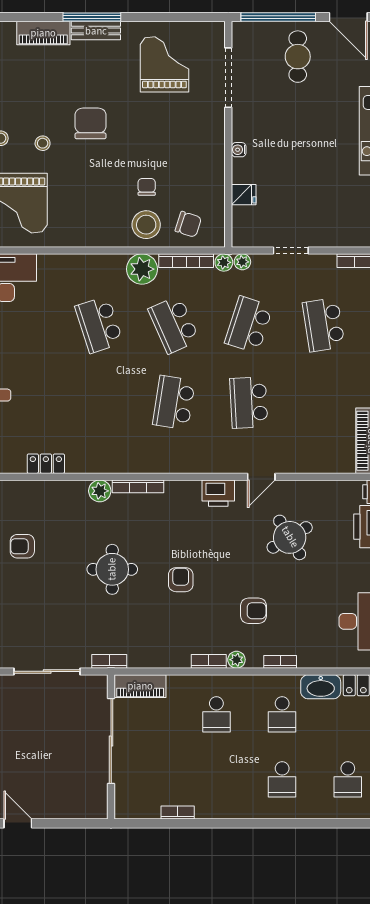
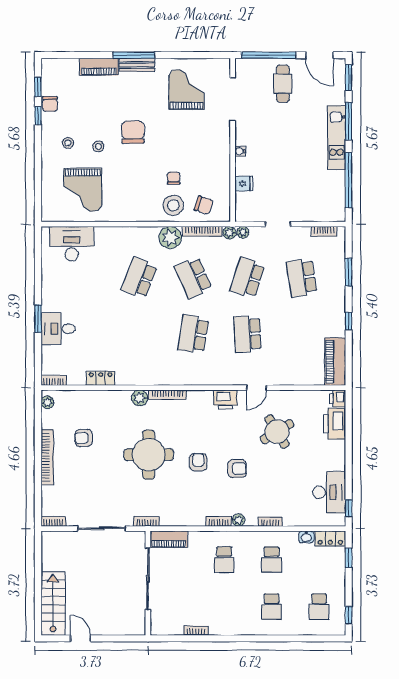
school desk: (99, 325) -> (139, 278), turned 39
round table: (112, 569) -> (149, 455), width x1.36, depth x1.36
armchair: (253, 611) -> (237, 469), moved
washbasin: (321, 687) -> (306, 537), width x0.52, depth x0.69

